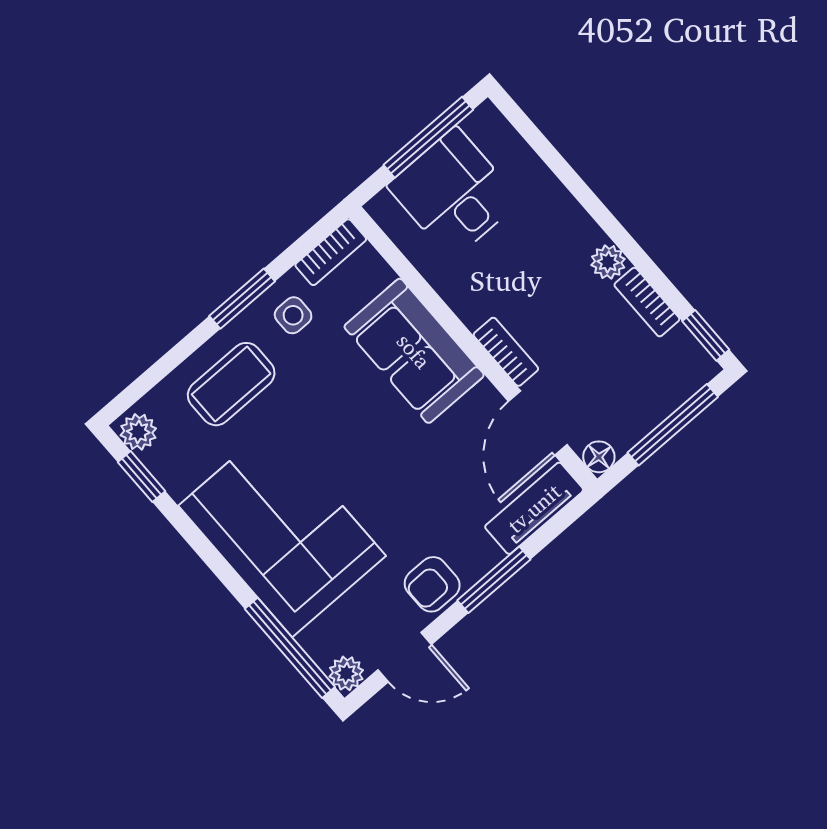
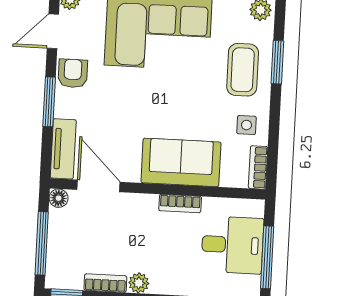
window: (242, 299) -> (277, 62), moved
bookcase: (506, 352) -> (180, 204), moved

